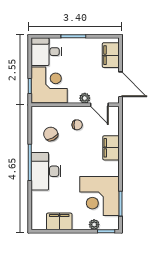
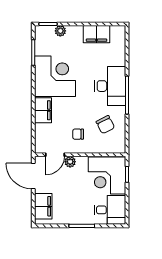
door: (99, 105) -> (55, 155), swing flipped
corner desk: (99, 196) -> (55, 76), moved

